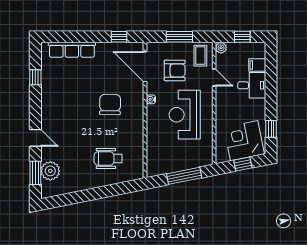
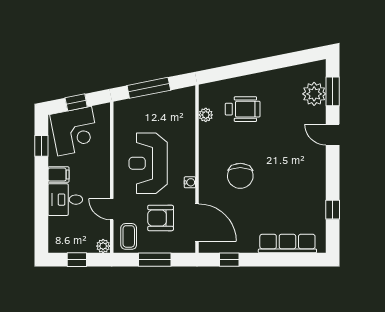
filing cabinet: (257, 65) -> (59, 175), moved
reception desk: (185, 115) -> (148, 163), turned 180
plant: (138, 154) -> (206, 115), added

